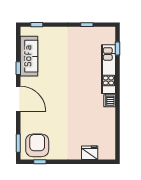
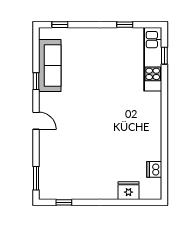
kitchen unit: (108, 69) -> (153, 59), moved
door: (18, 99) -> (36, 121), width x0.53
dishwasher: (110, 101) -> (154, 169), moved
armchair: (37, 145) -> (60, 181), removed

